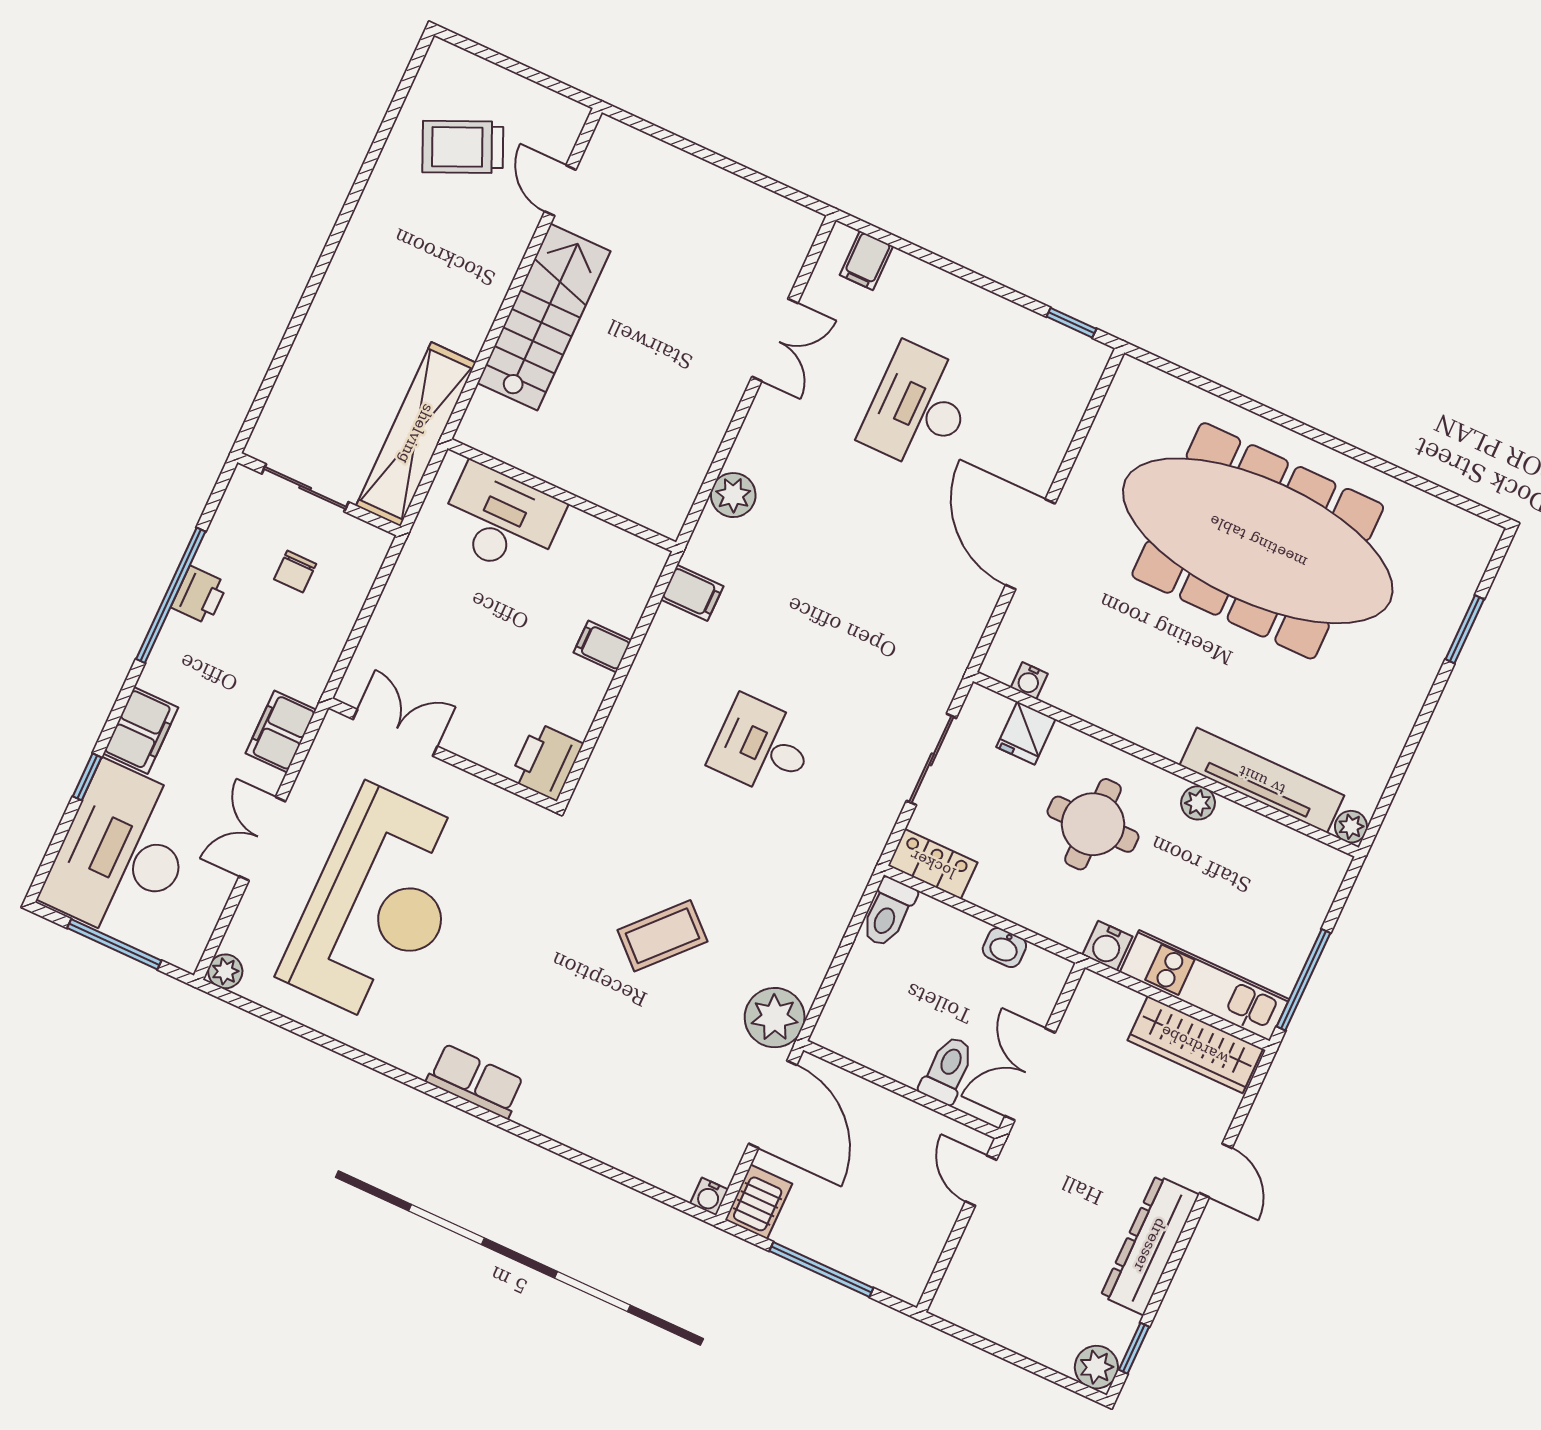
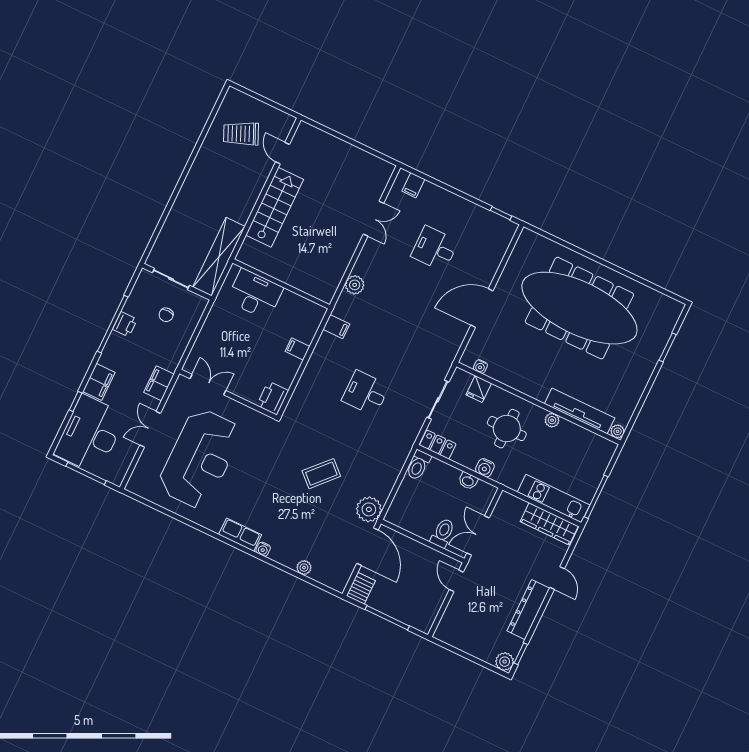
desk: (919, 408) -> (435, 249), width x0.73
door: (1030, 544) -> (482, 308), hinge flipped
water cooler: (1107, 946) -> (485, 468), moved
plant: (225, 971) -> (304, 568), moved
water cooler: (709, 1197) -> (263, 549), moved

